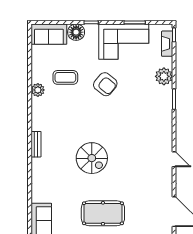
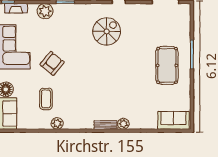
spiral stairs: (92, 158) -> (107, 31), moved
plant: (37, 164) -> (123, 124), added

